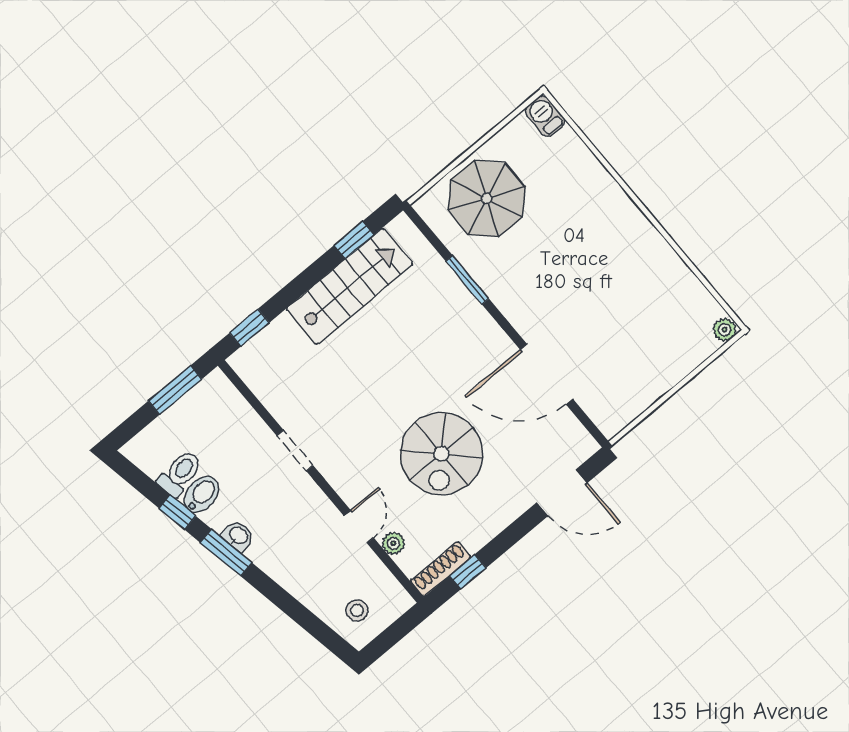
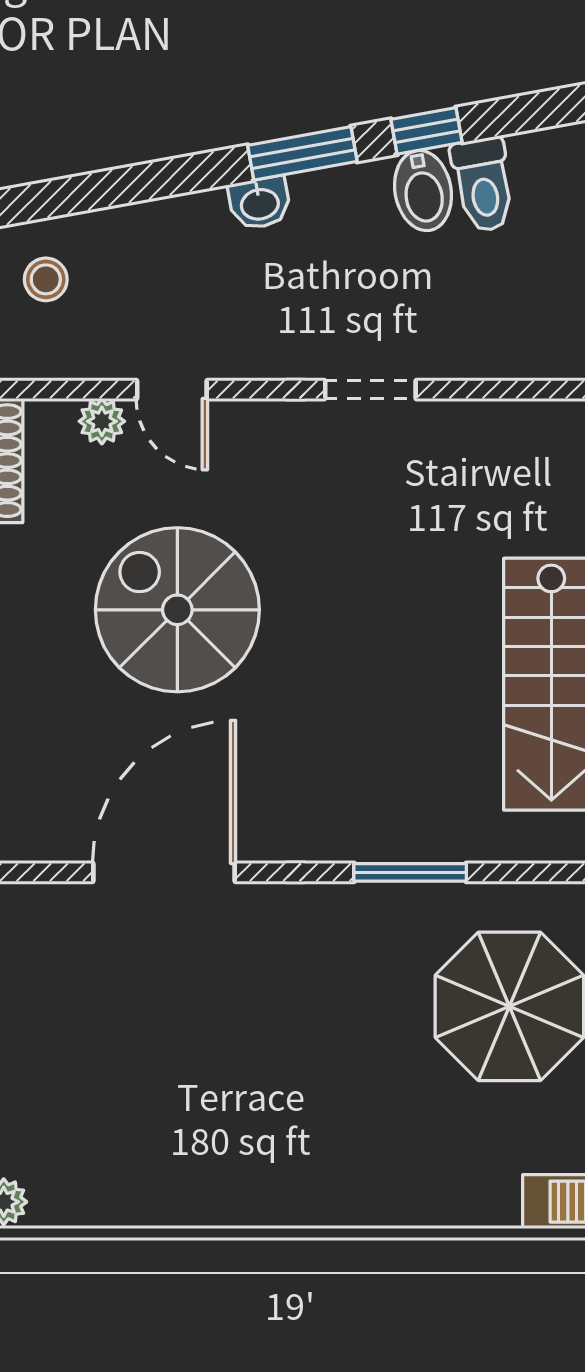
washbasin: (238, 536) -> (260, 203), moved

